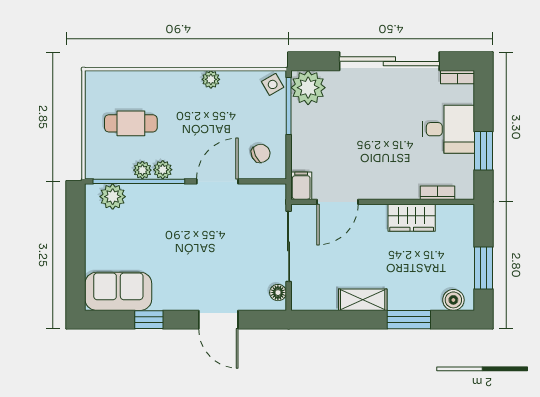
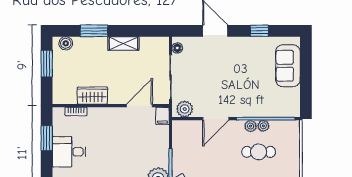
cafe table: (131, 123) -> (259, 152), moved
chair: (261, 153) -> (188, 136), removed
plant: (113, 197) -> (185, 109), moved
sofa: (118, 291) -> (288, 66), moved, turned 90

